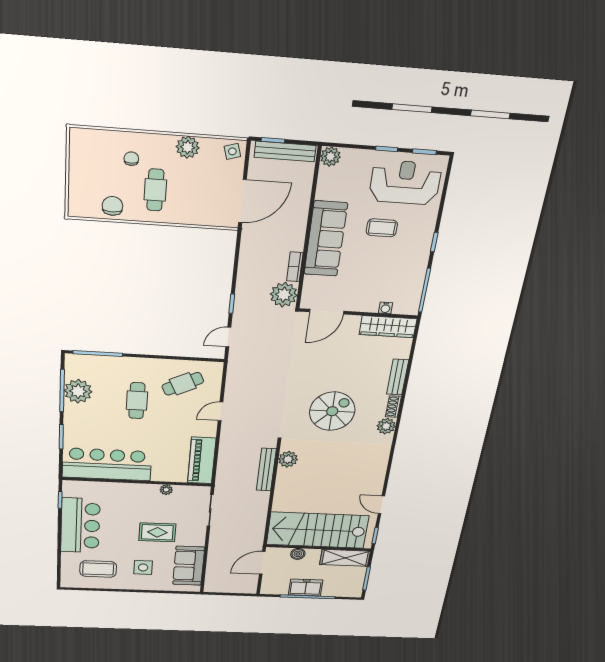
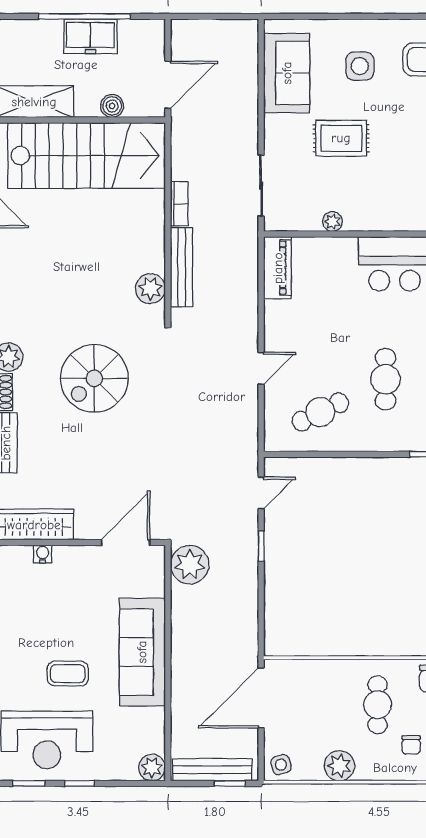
bookcase: (295, 267) -> (179, 204), moved
piano: (202, 461) -> (278, 268), width x0.73, depth x0.75

